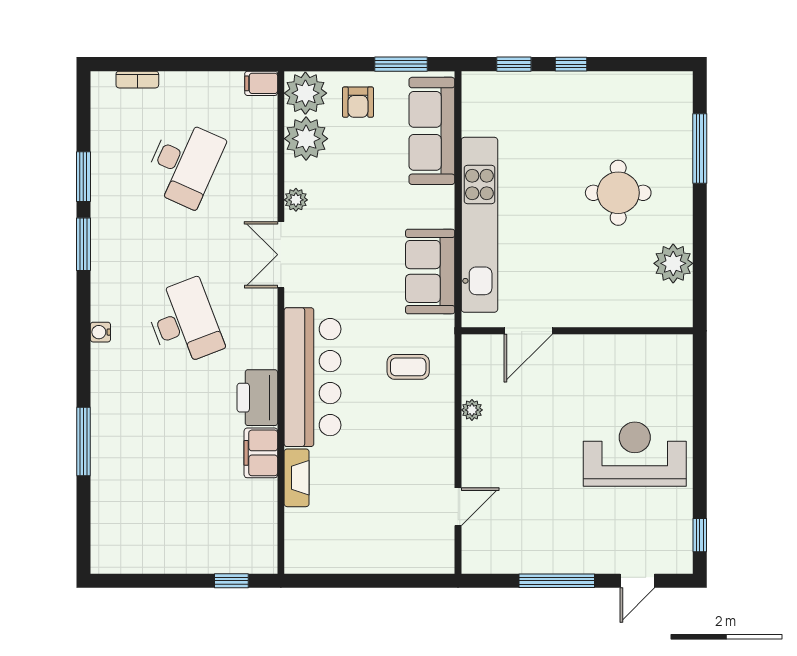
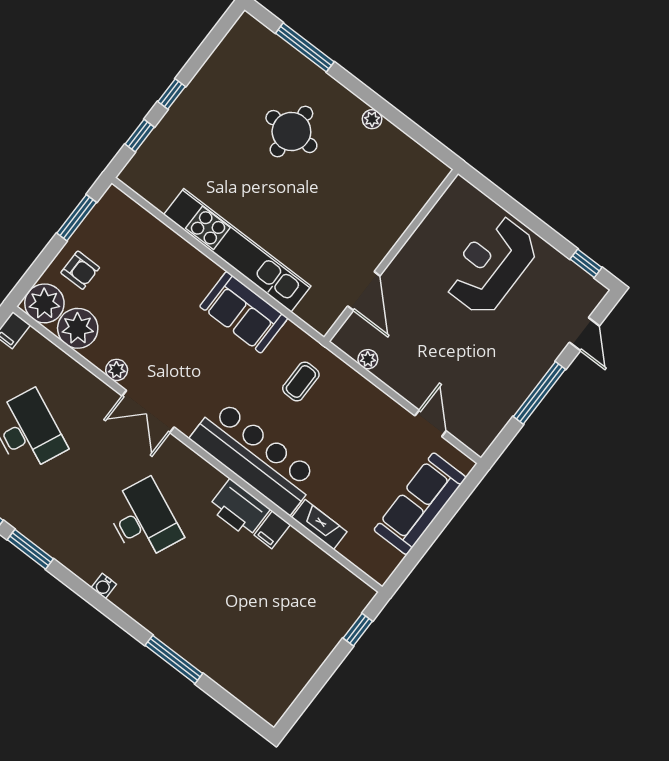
sofa: (432, 131) -> (420, 504), moved, turned 90
plant: (673, 263) -> (372, 119), width x0.53, depth x0.53
desk: (184, 322) -> (143, 520), turned 45
door: (528, 331) -> (364, 291), moved
wall: (577, 331) -> (391, 255), moved
filing cabinet: (261, 453) -> (272, 530), width x0.50

